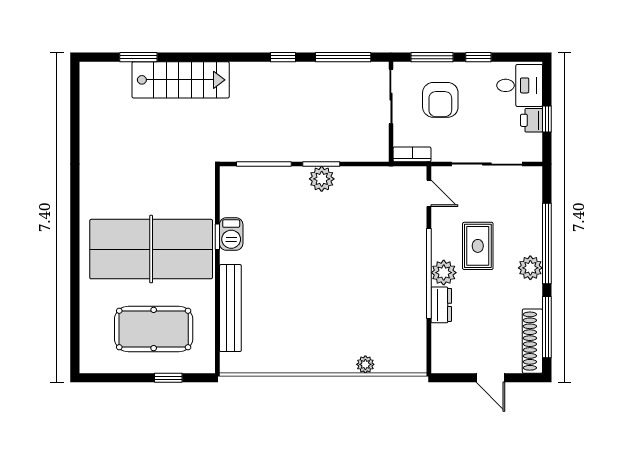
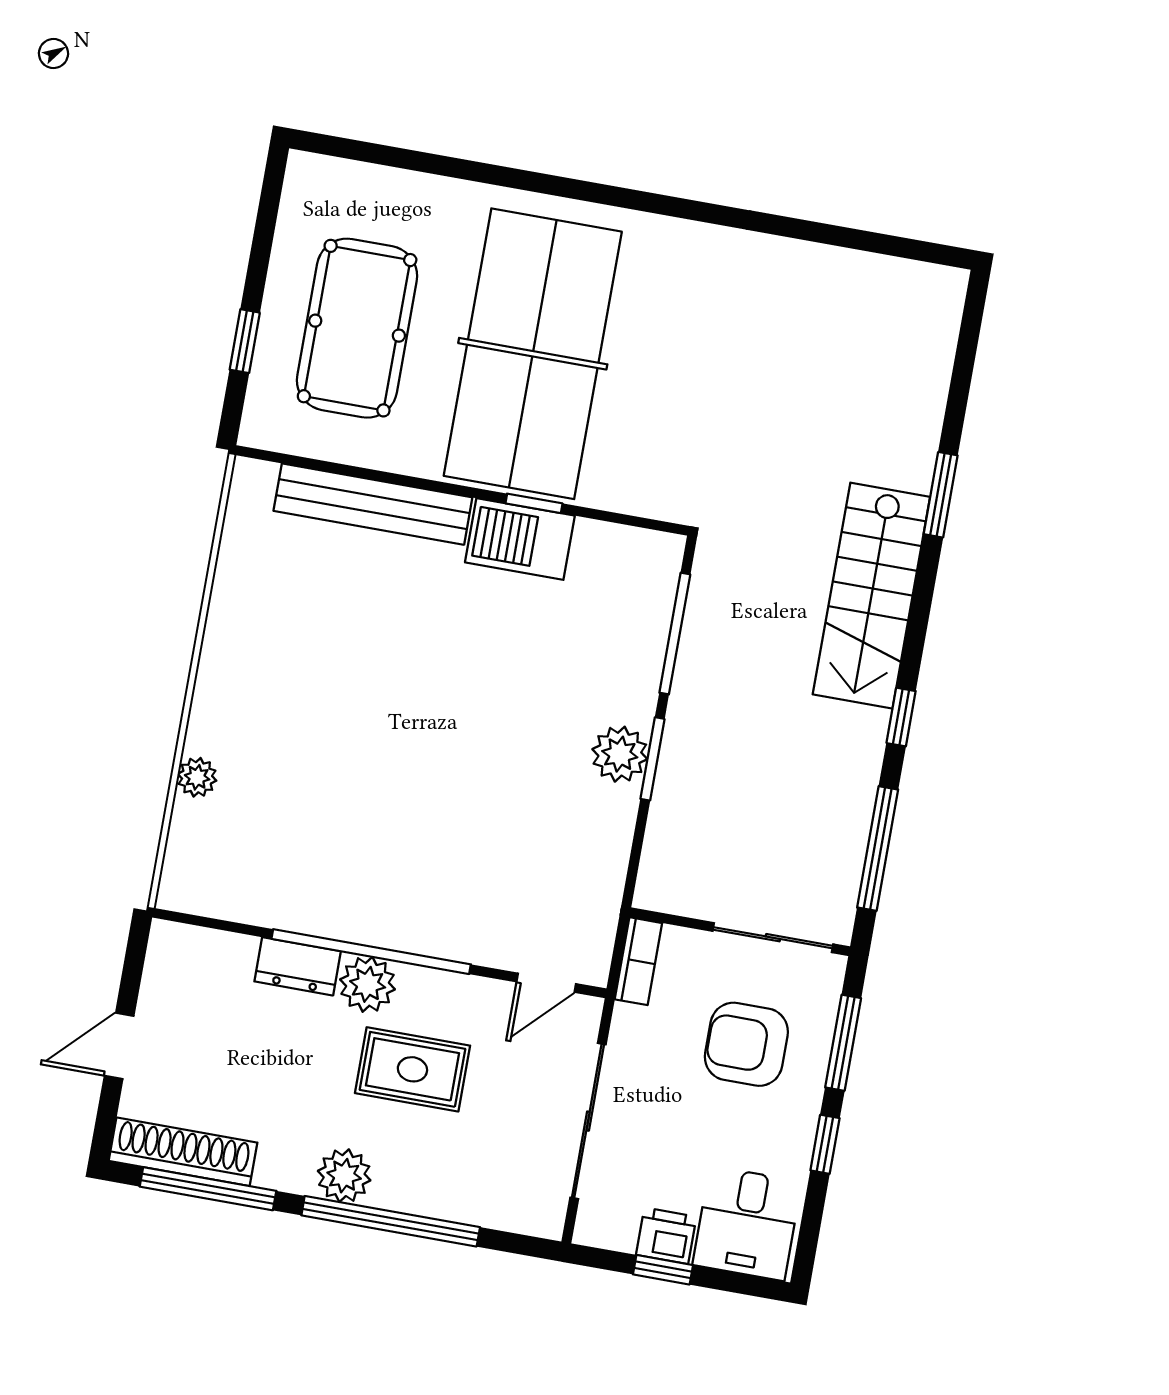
window: (138, 57) -> (941, 495), moved
stairs: (181, 80) -> (871, 596), moved
barbecue: (231, 234) -> (520, 539), width x1.38, depth x1.27

